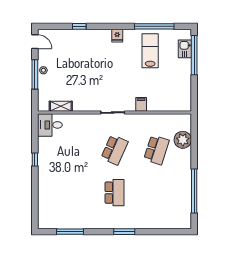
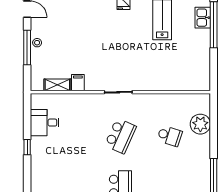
filing cabinet: (141, 104) -> (78, 83), moved
desk: (50, 125) -> (45, 123), moved
school desk: (156, 150) -> (170, 136), width x0.54

